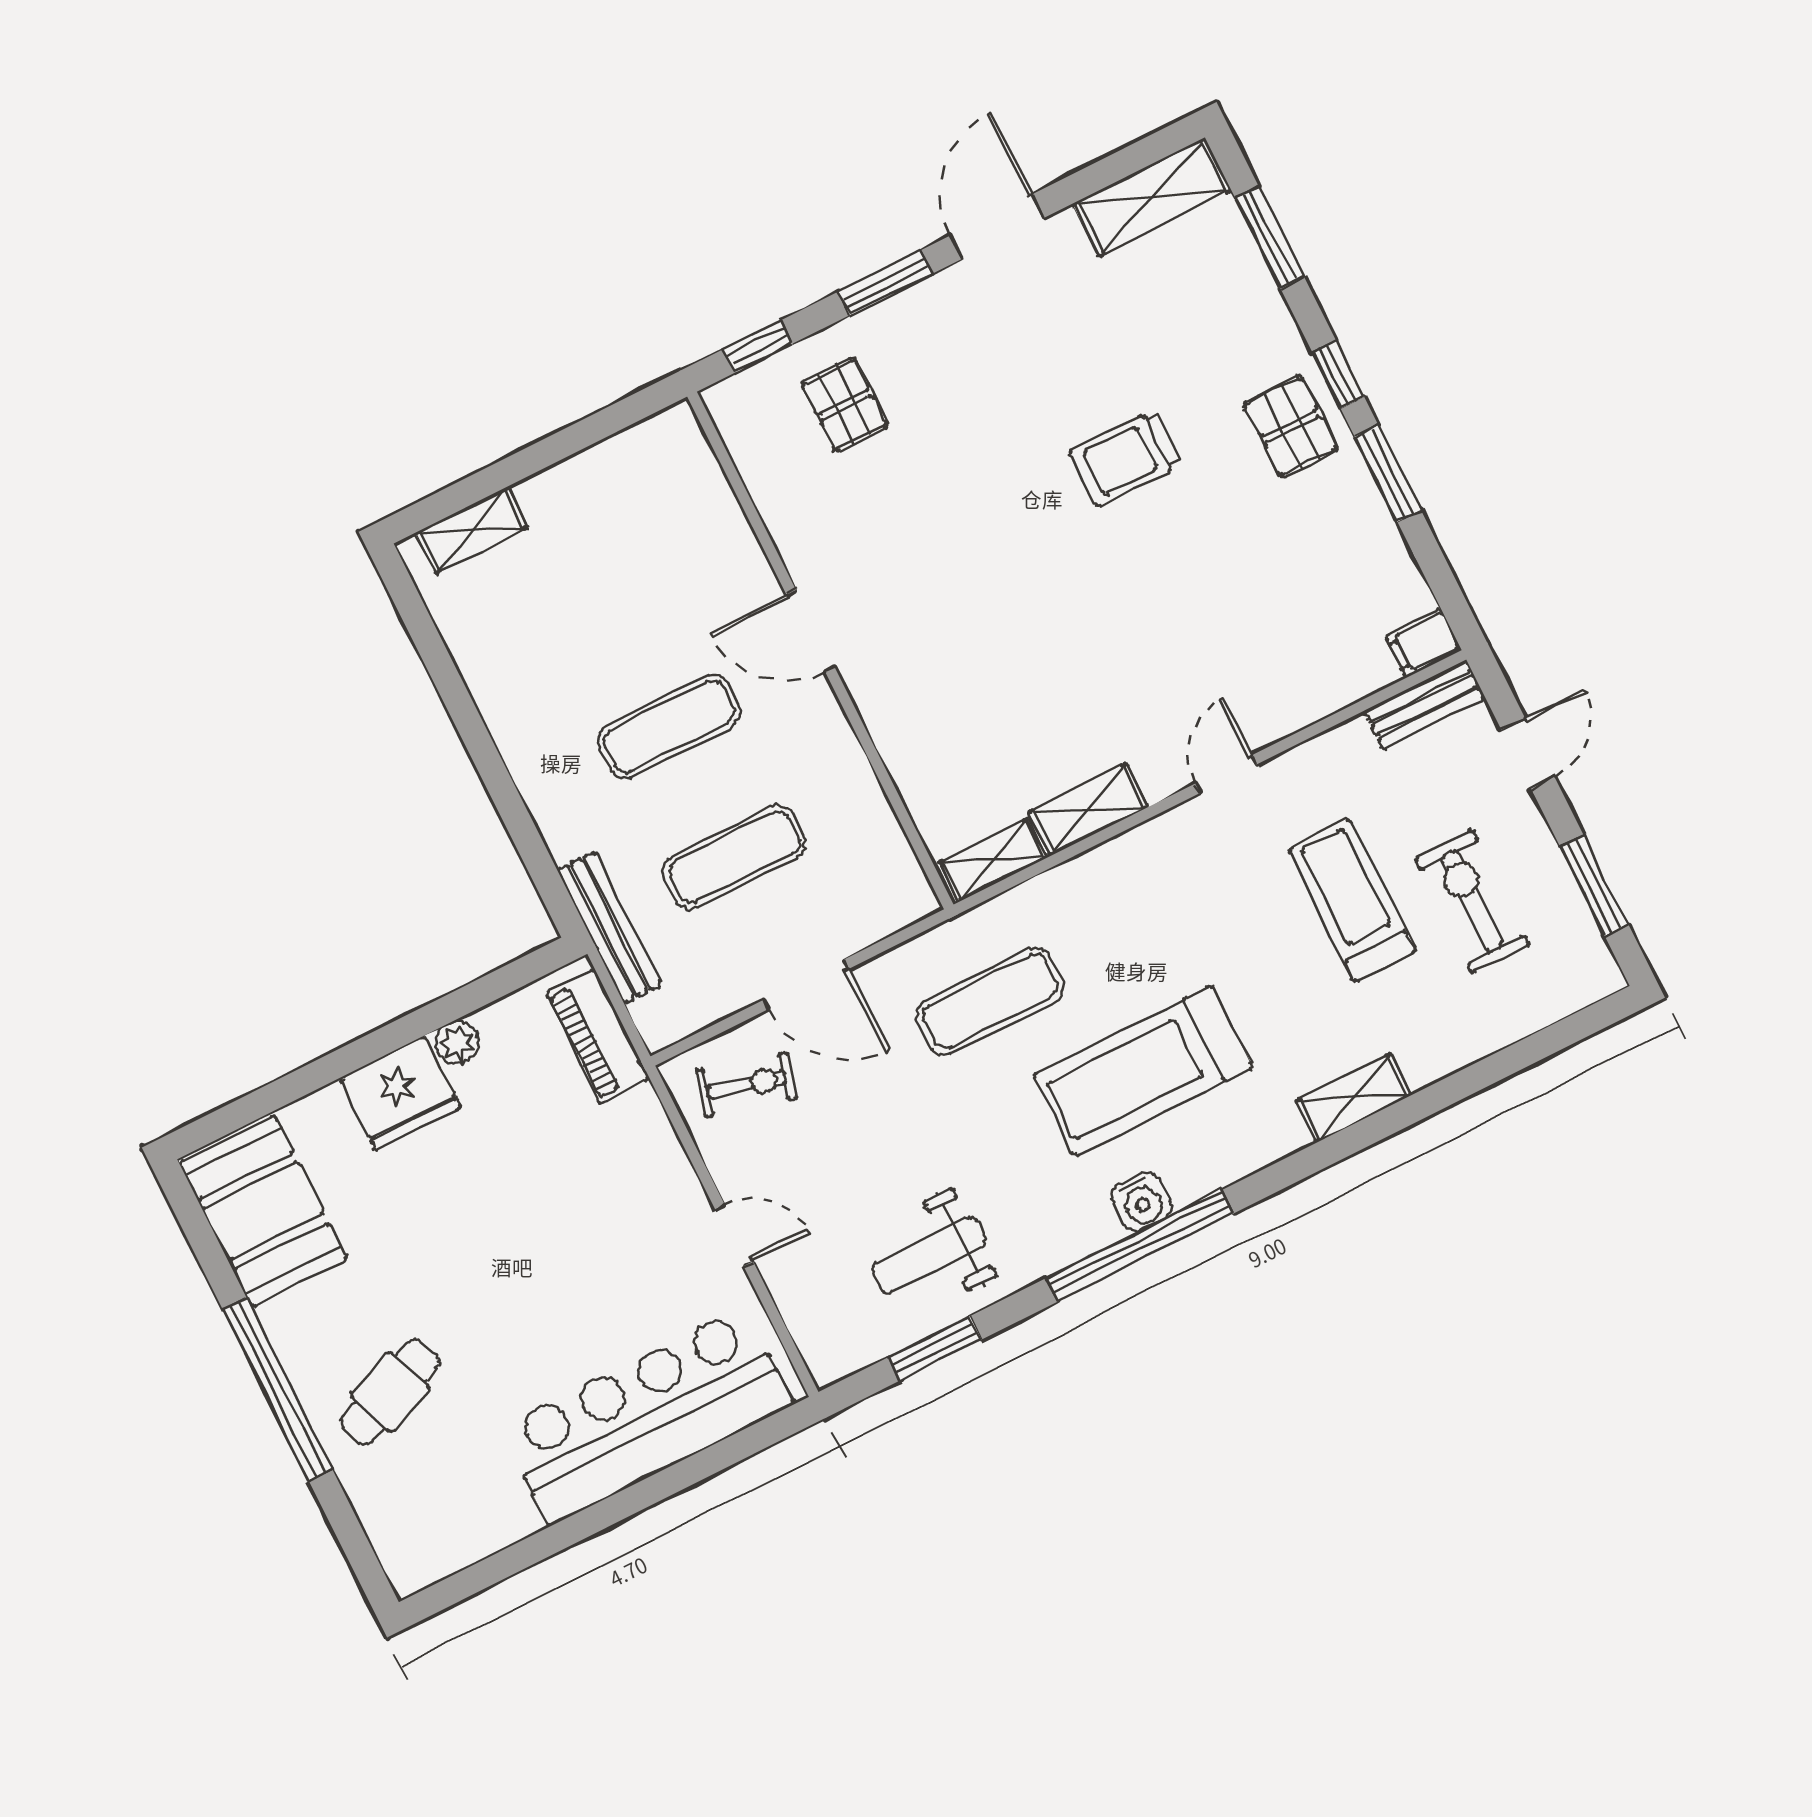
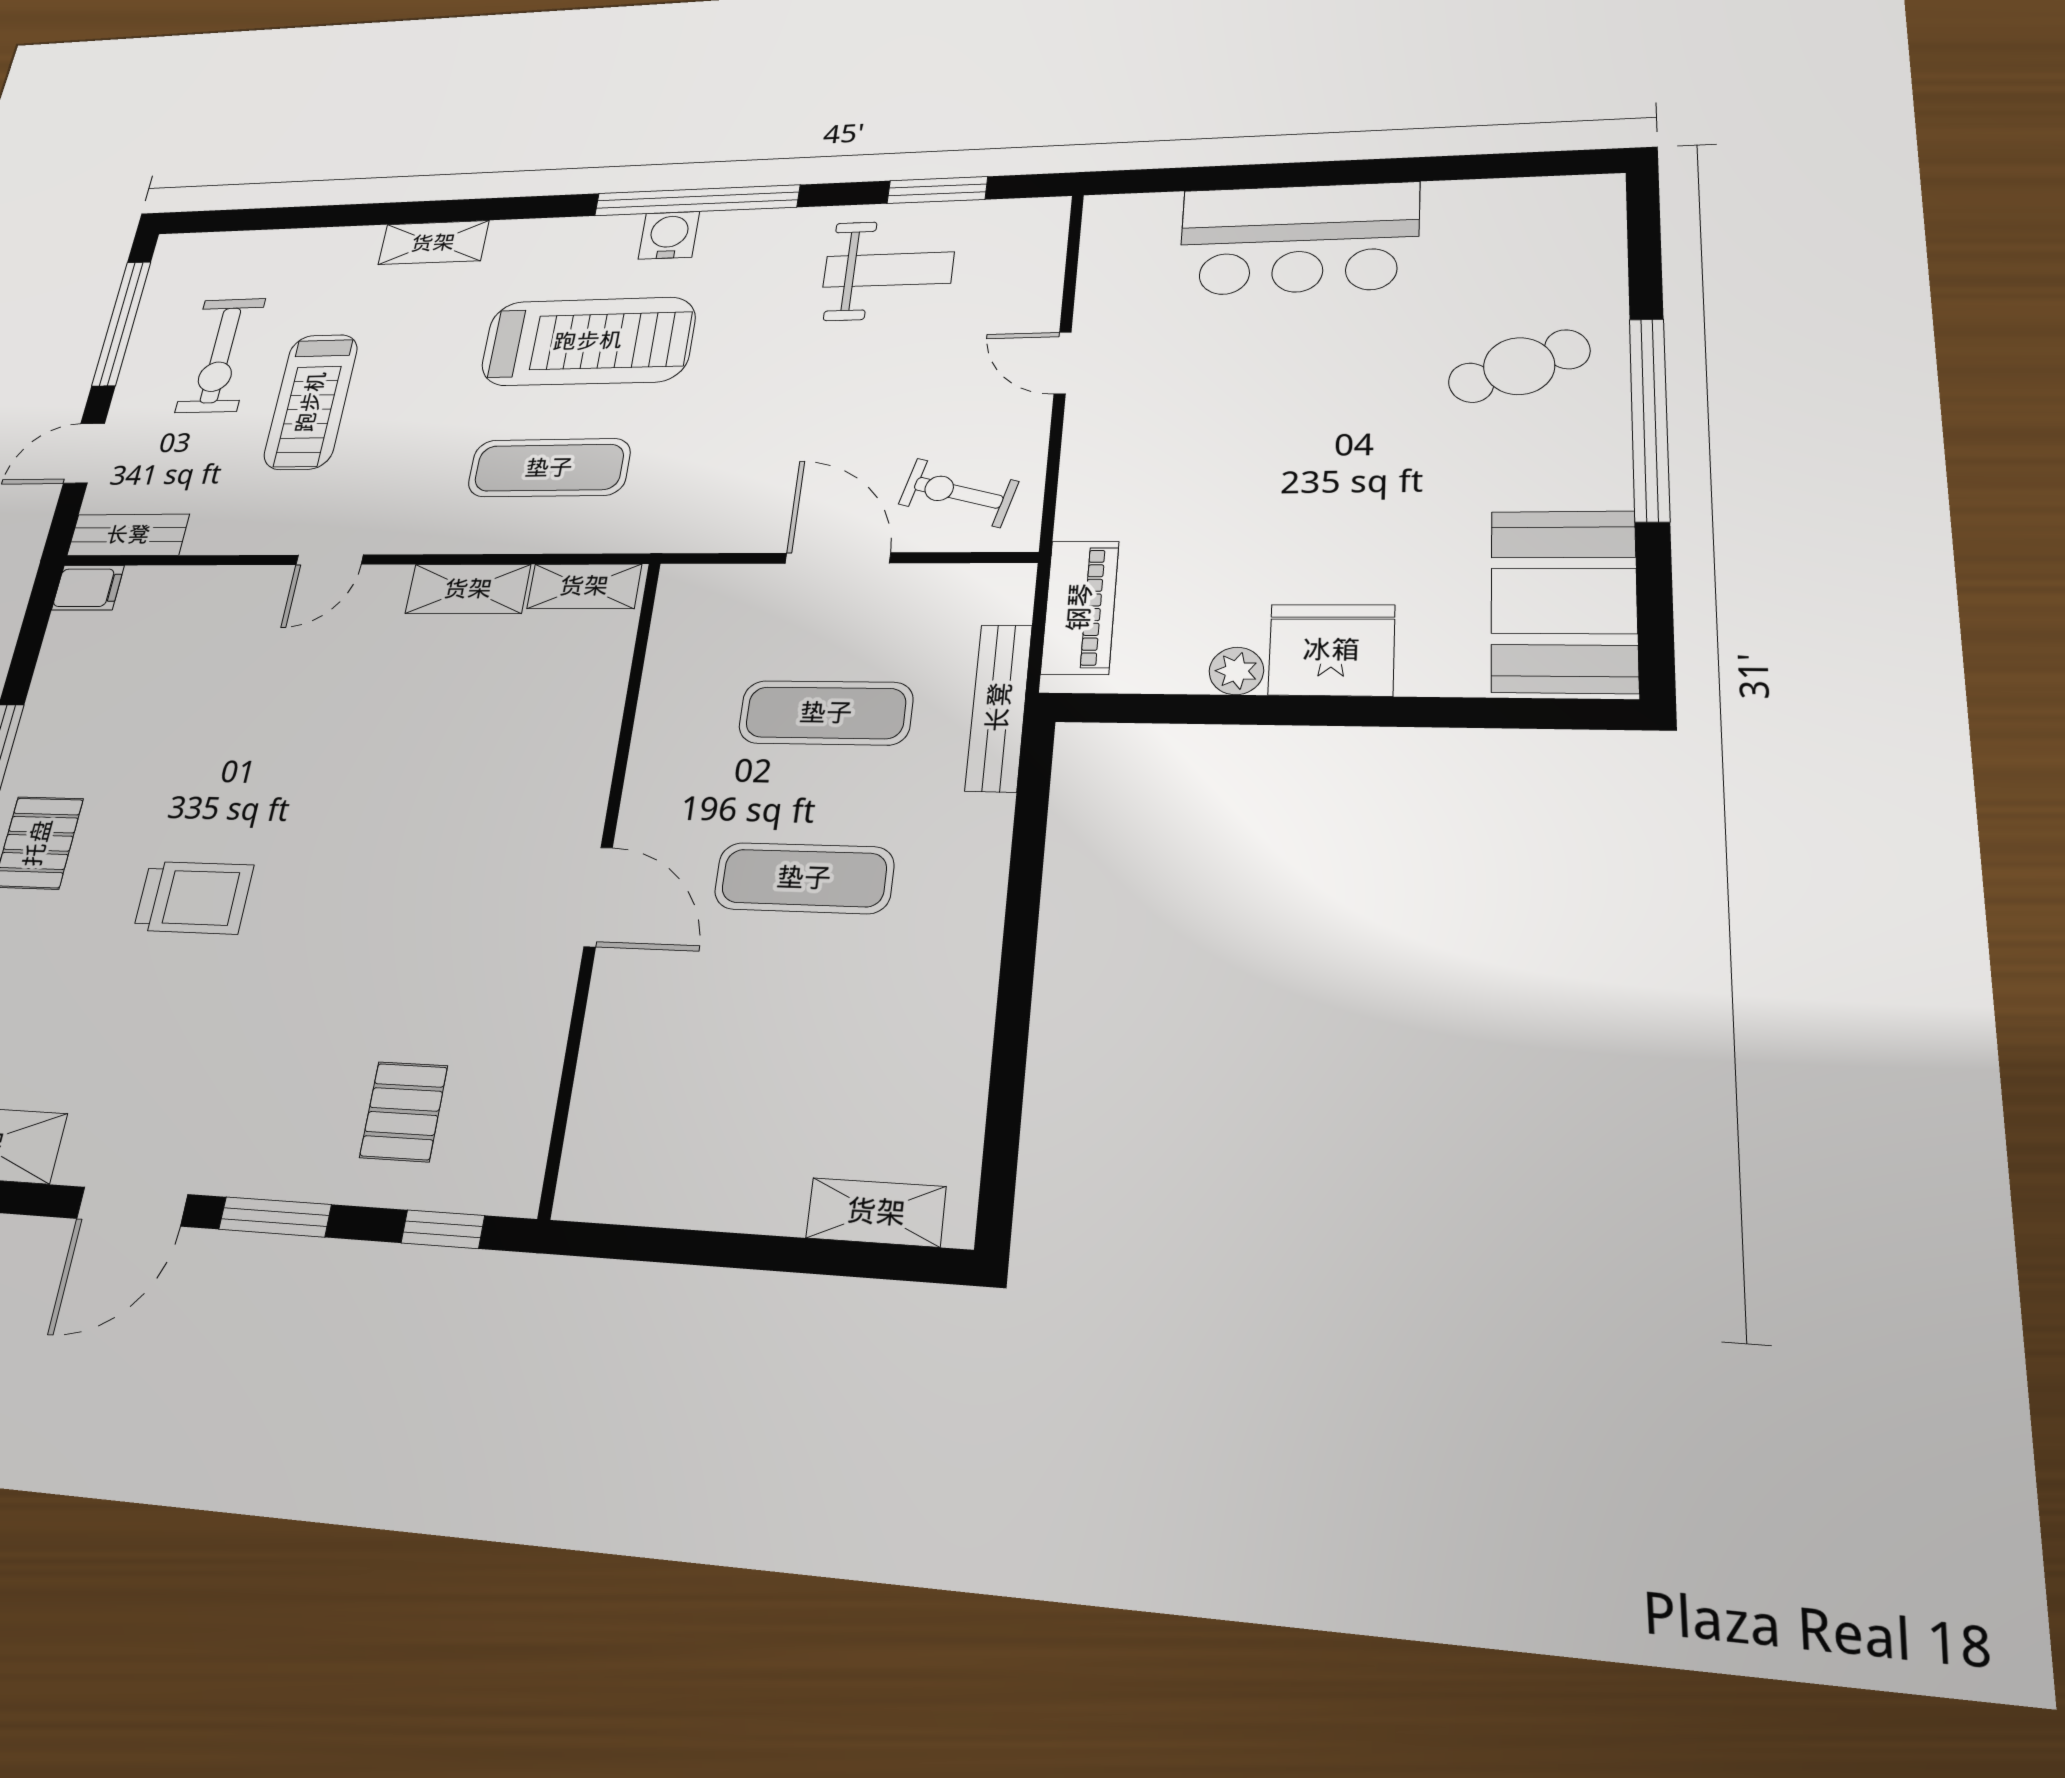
window: (1594, 885) -> (121, 323), width x1.44
exercise mat: (990, 1001) -> (549, 468), moved
bar counter: (647, 1416) -> (1299, 239), width x0.73

